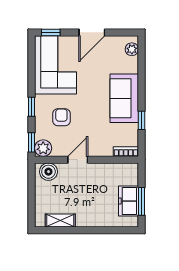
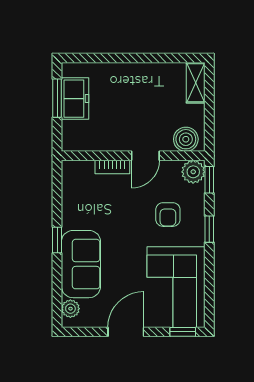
sofa: (124, 98) -> (81, 264), moved
window: (141, 120) -> (57, 240), moved
bookcase: (126, 152) -> (112, 167), moved
shelving: (60, 221) -> (196, 83), moved, turned 90

